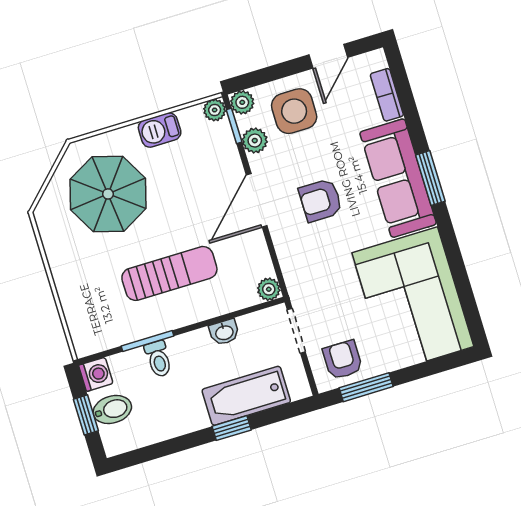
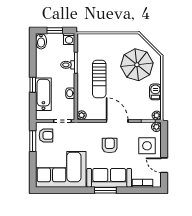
plant: (255, 141) -> (140, 127), removed
bidet: (112, 409) -> (41, 41), moved

